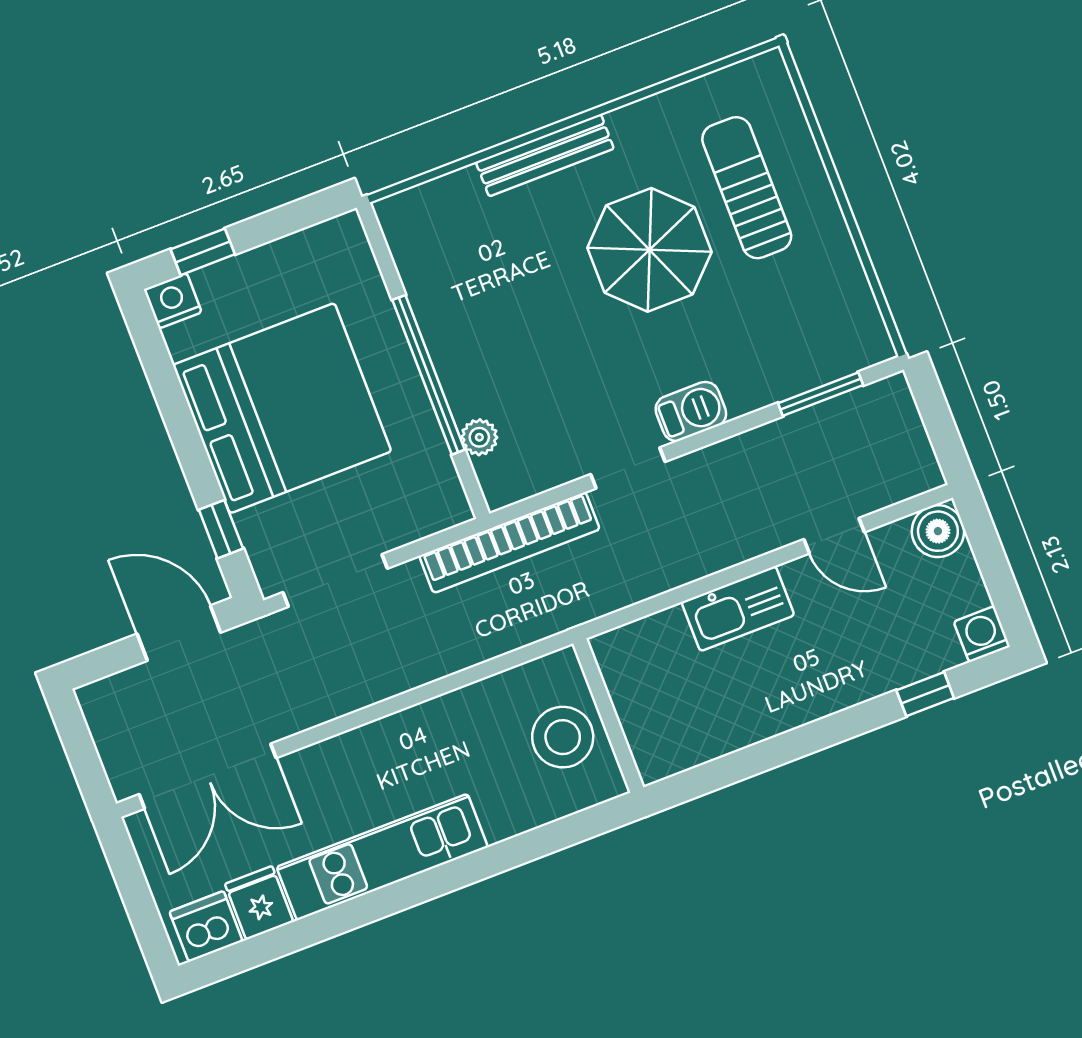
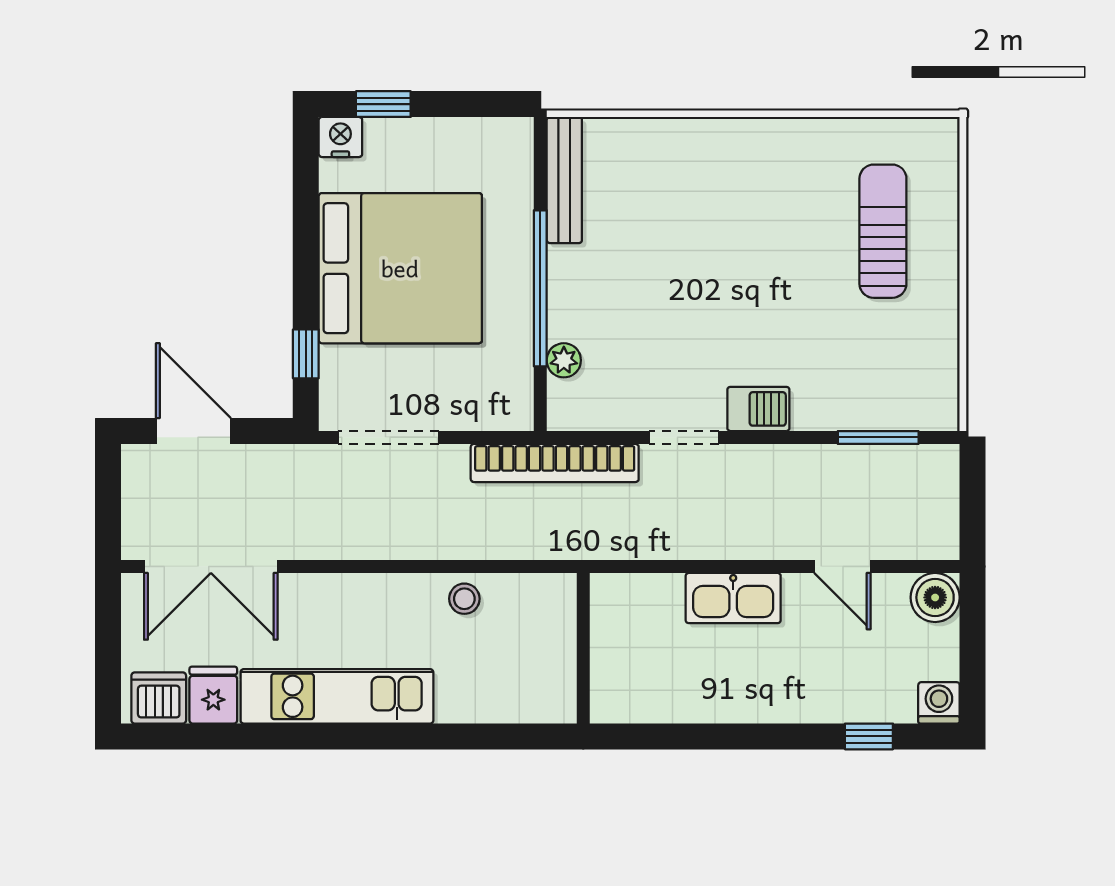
bench: (545, 155) -> (564, 180), moved, turned 90
parasol: (649, 250) -> (776, 253), removed
door: (179, 633) -> (193, 431), moved
stool: (563, 737) -> (464, 599), moved, width x0.53, depth x0.53

